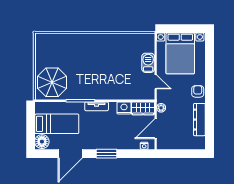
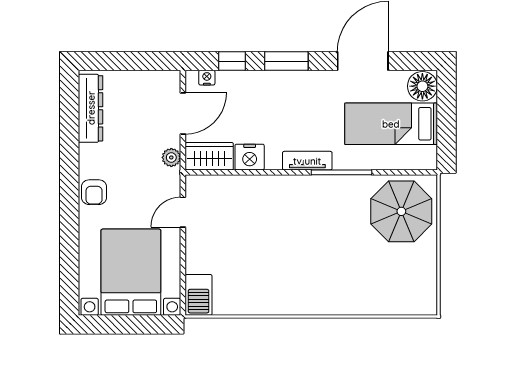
barbecue: (148, 63) -> (199, 295), moved
door: (156, 82) -> (183, 212), hinge flipped
dresser: (199, 120) -> (91, 108), moved
window: (132, 154) -> (232, 61), added

